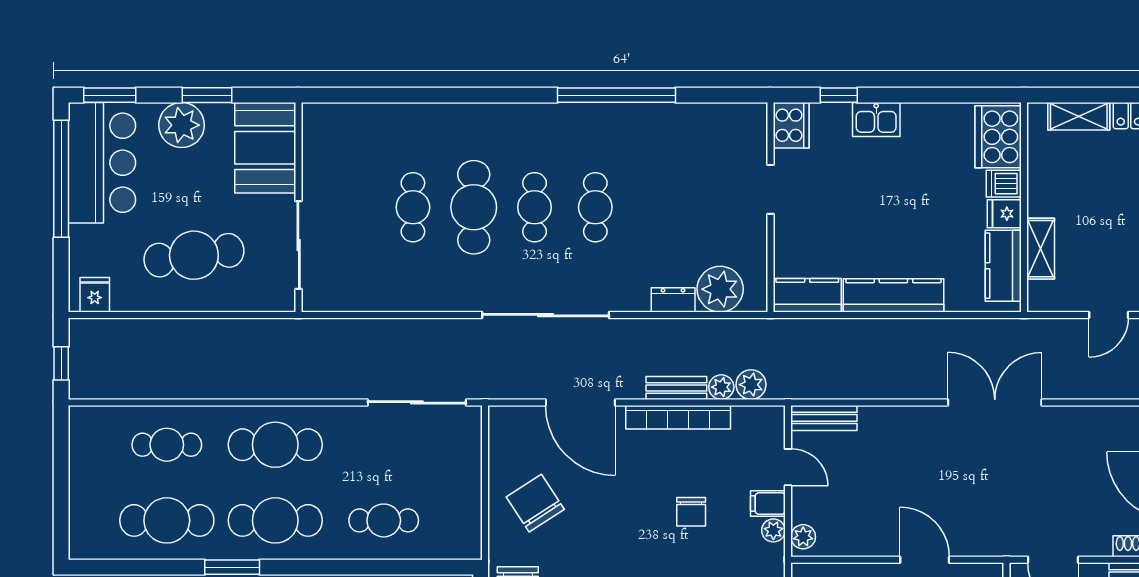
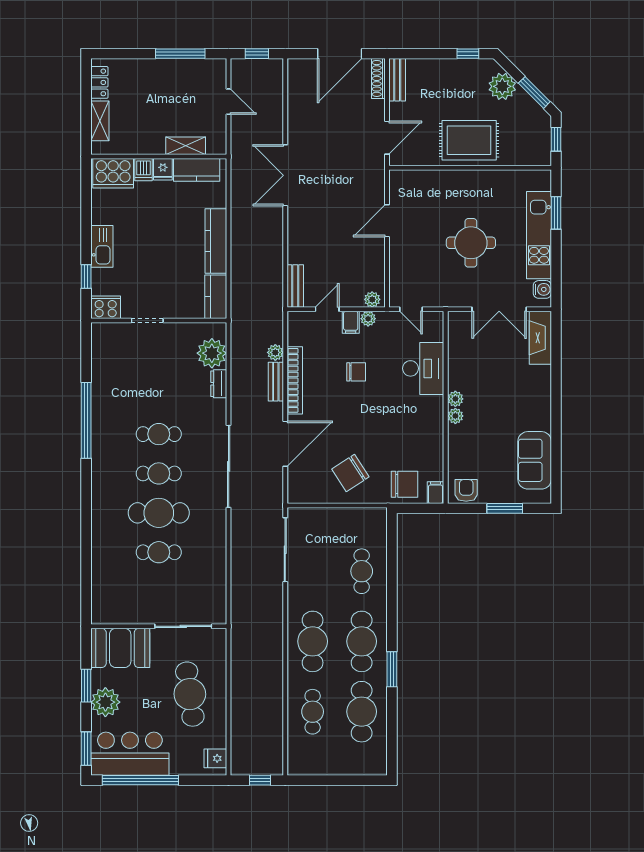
kitchen sink: (876, 119) -> (102, 246), width x1.38
plant: (751, 385) -> (274, 333), removed

